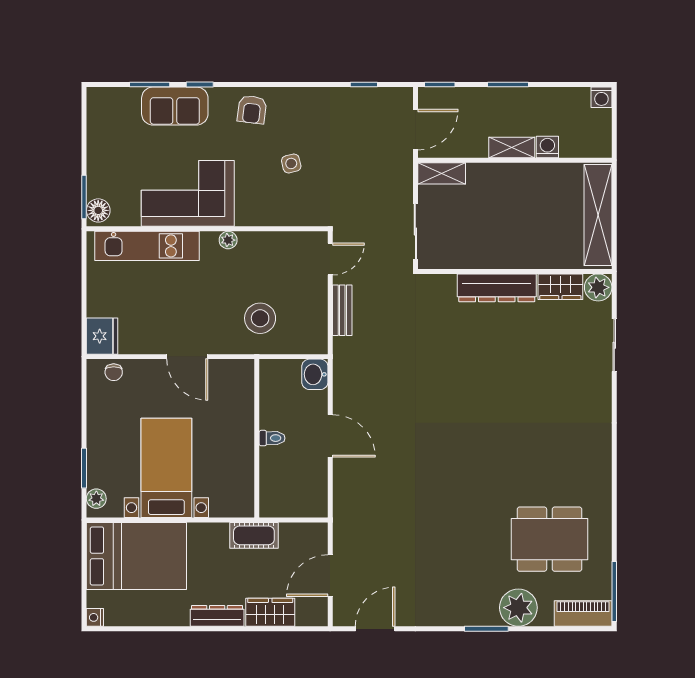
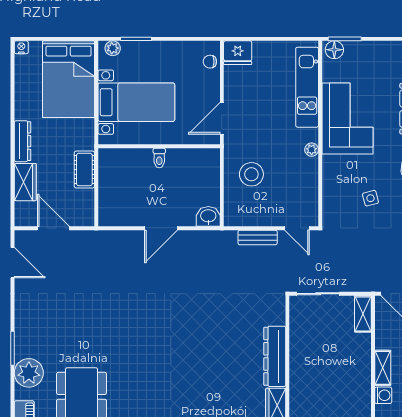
wall: (257, 438) -> (159, 146), moved
toilet: (272, 438) -> (159, 158), moved

